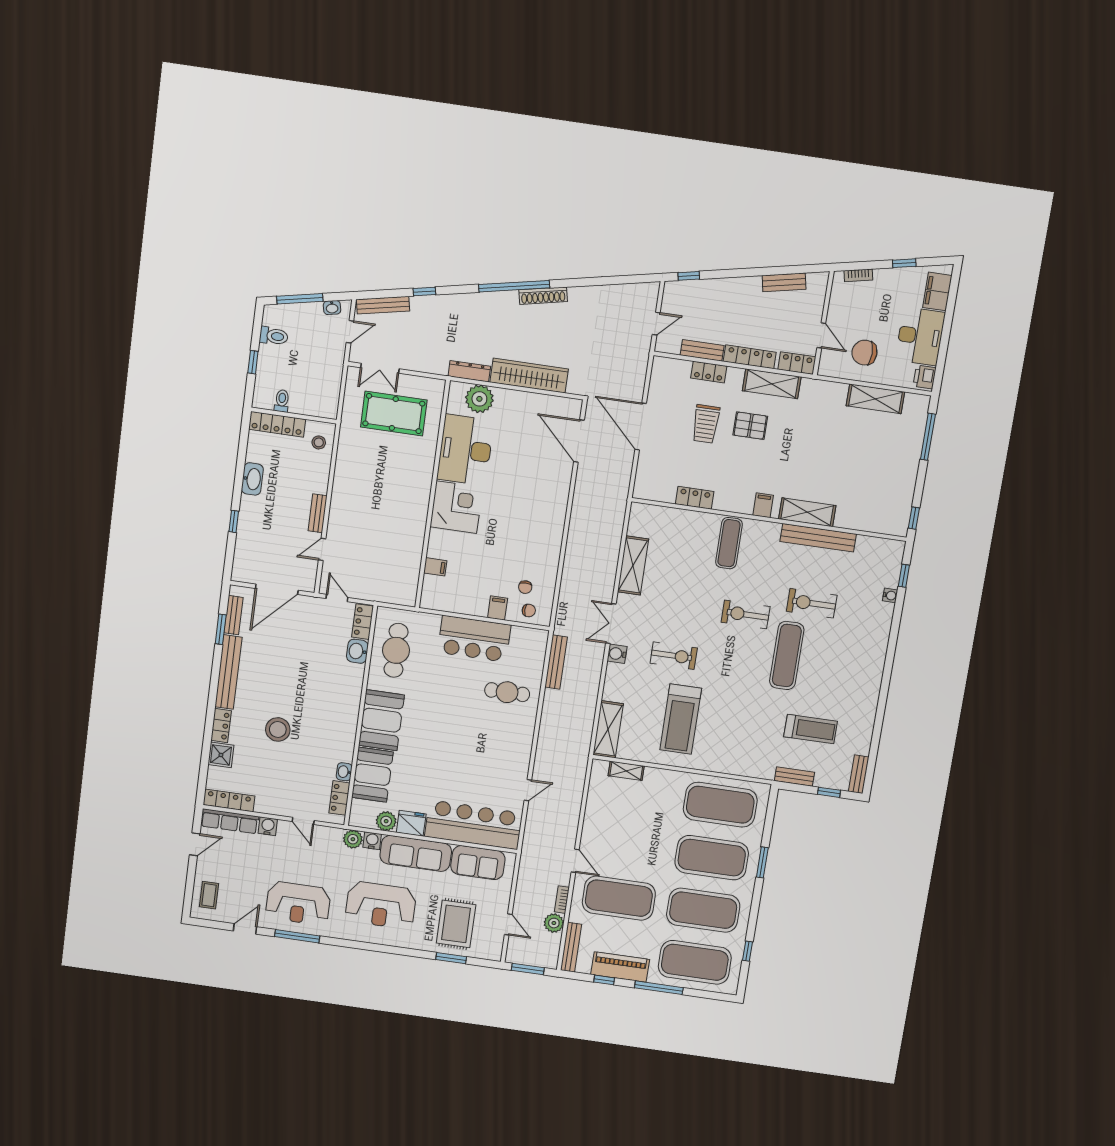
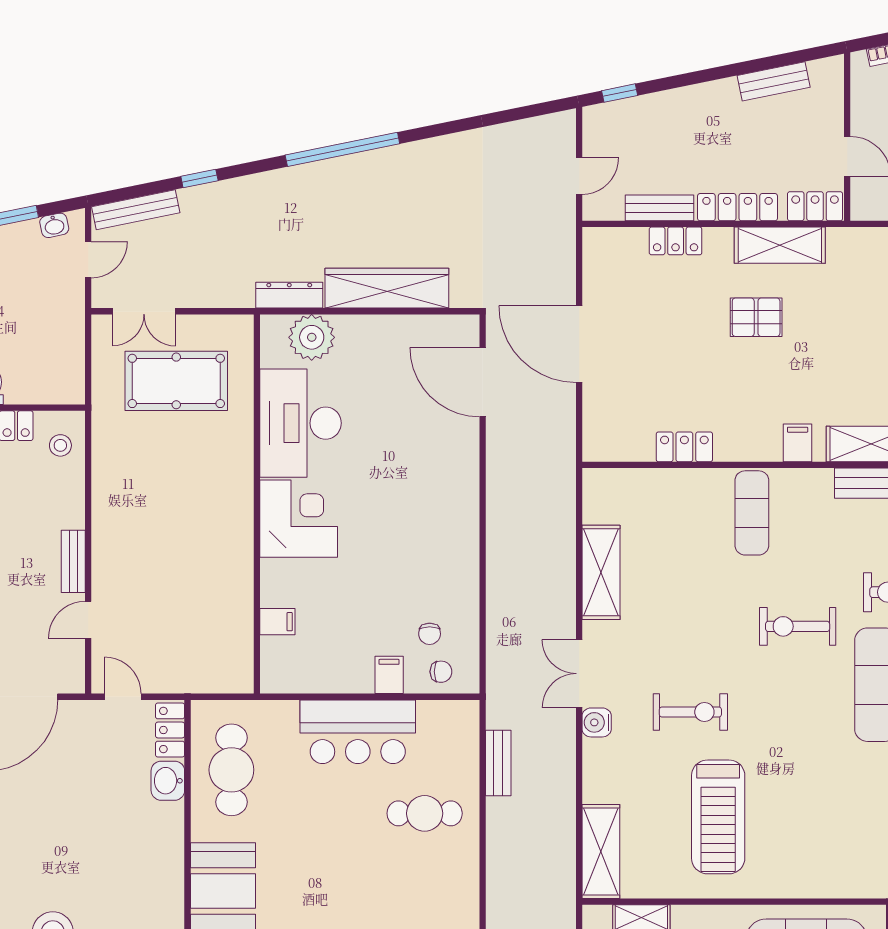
shoe rack: (543, 296) -> (391, 158), removed
trolley: (706, 424) -> (684, 325), removed
bench: (556, 662) -> (498, 763), width x0.73

